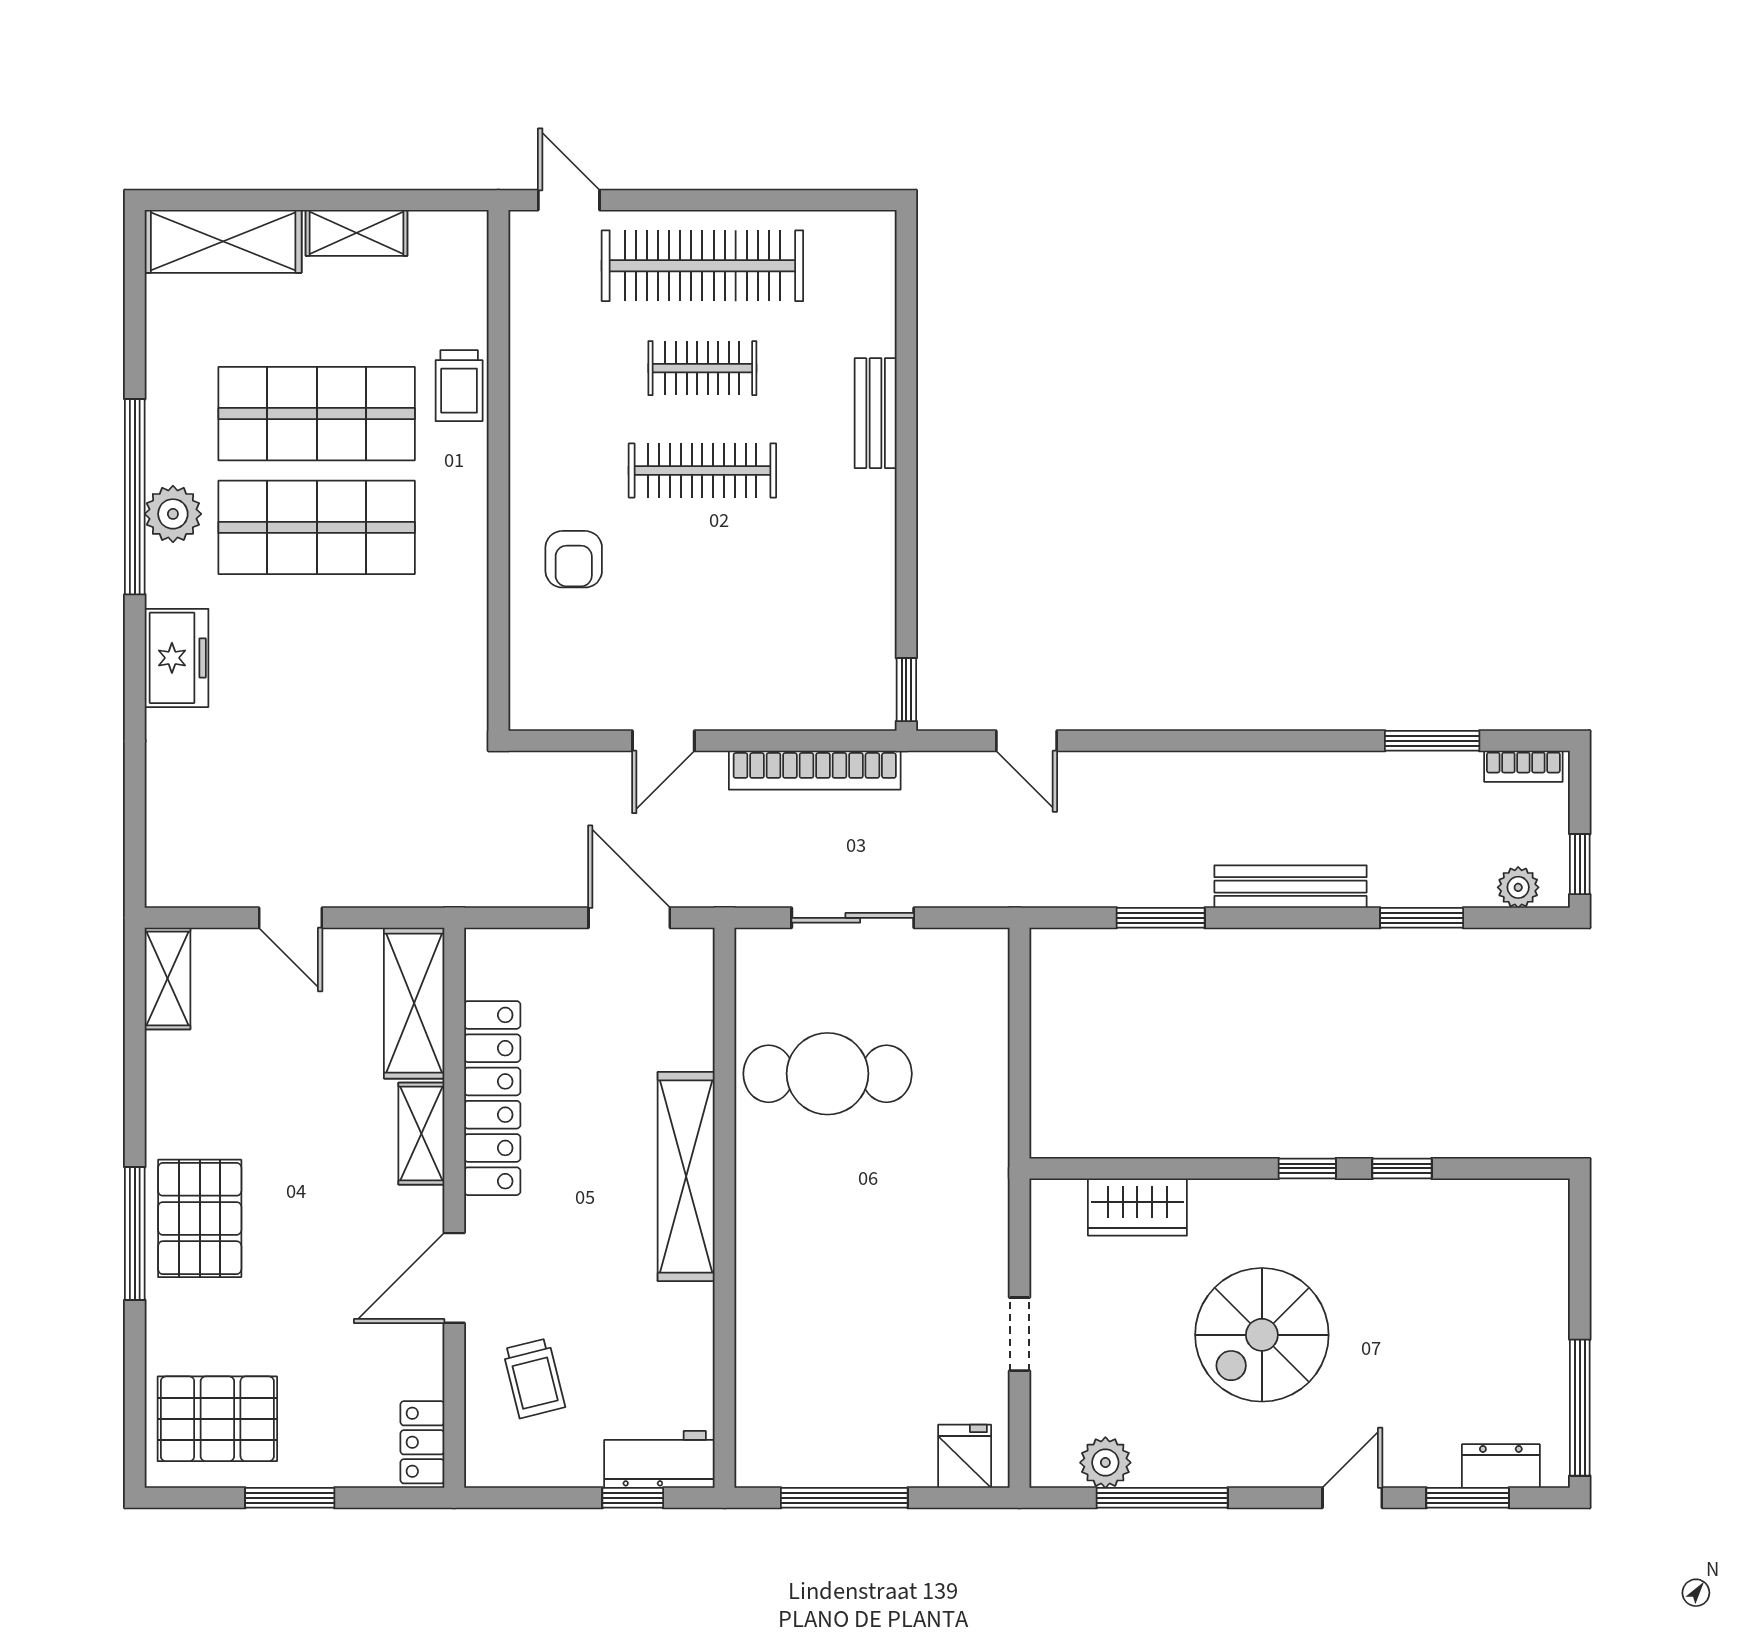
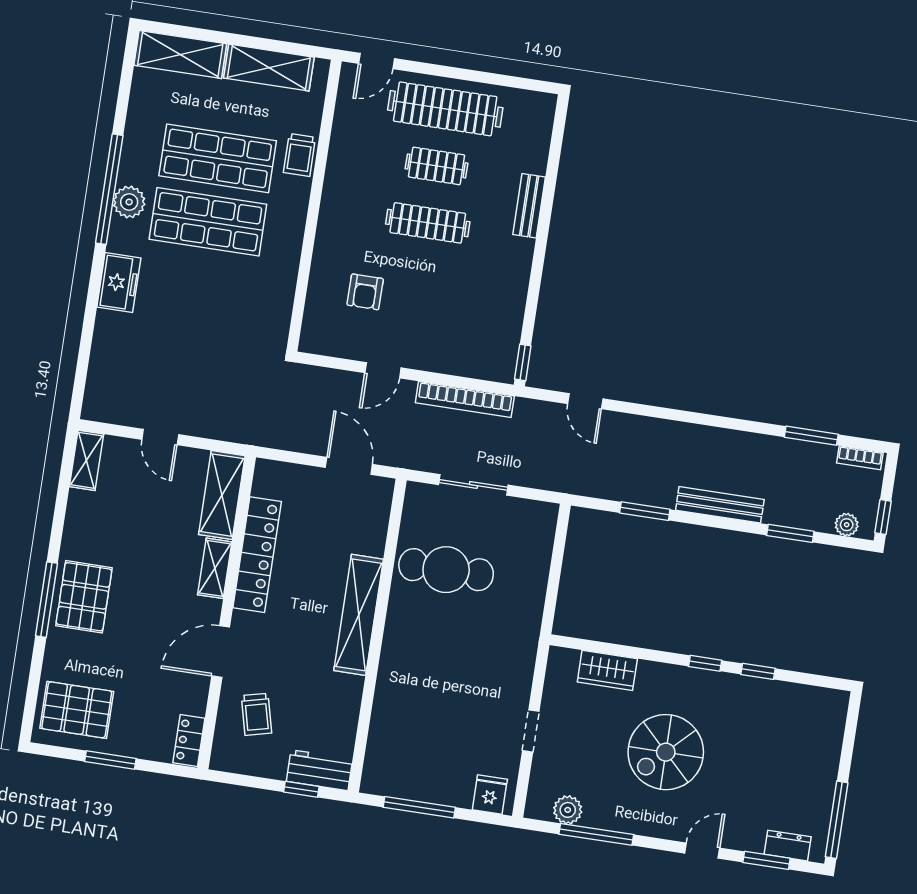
door: (569, 200) -> (376, 61), swing flipped
shelving: (356, 233) -> (269, 68), width x1.50, depth x1.33
armchair: (574, 559) -> (365, 292), moved

